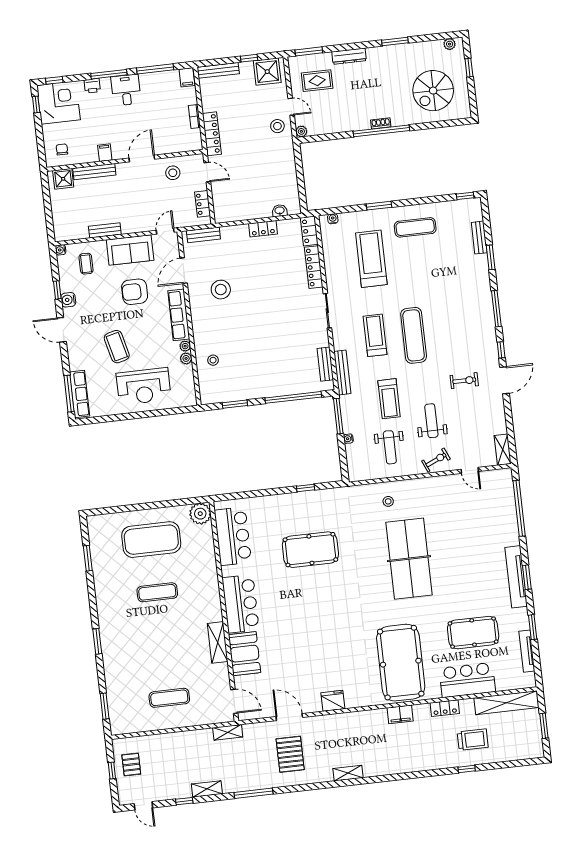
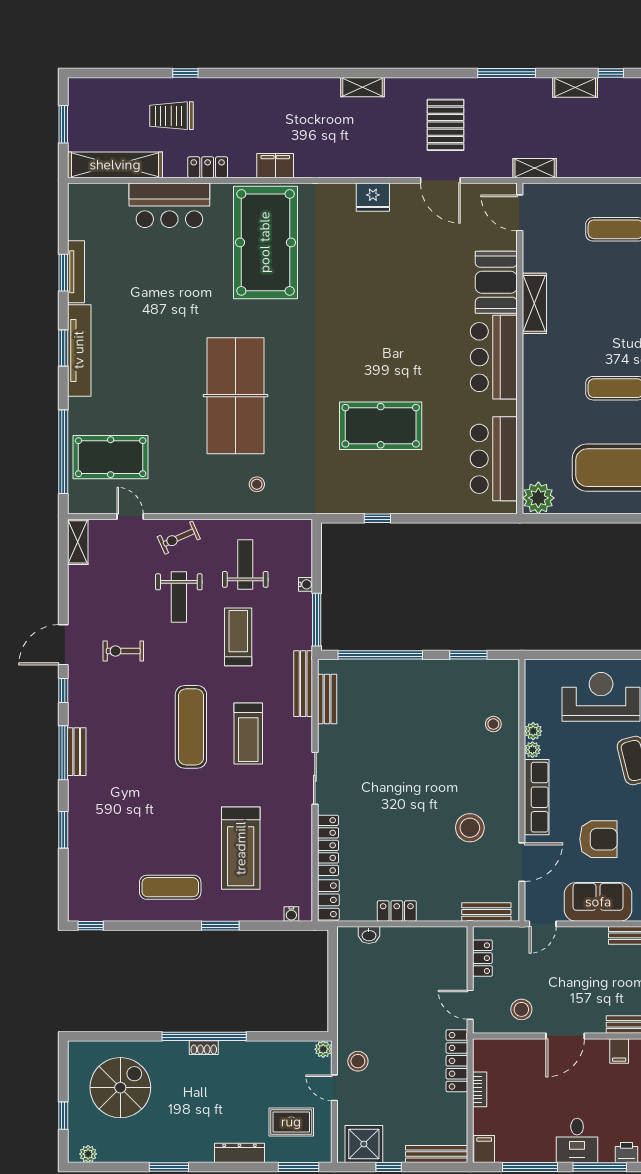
bench: (479, 238) -> (77, 752), moved
pool table: (473, 633) -> (111, 457), moved
tv unit: (527, 651) -> (76, 272), moved

